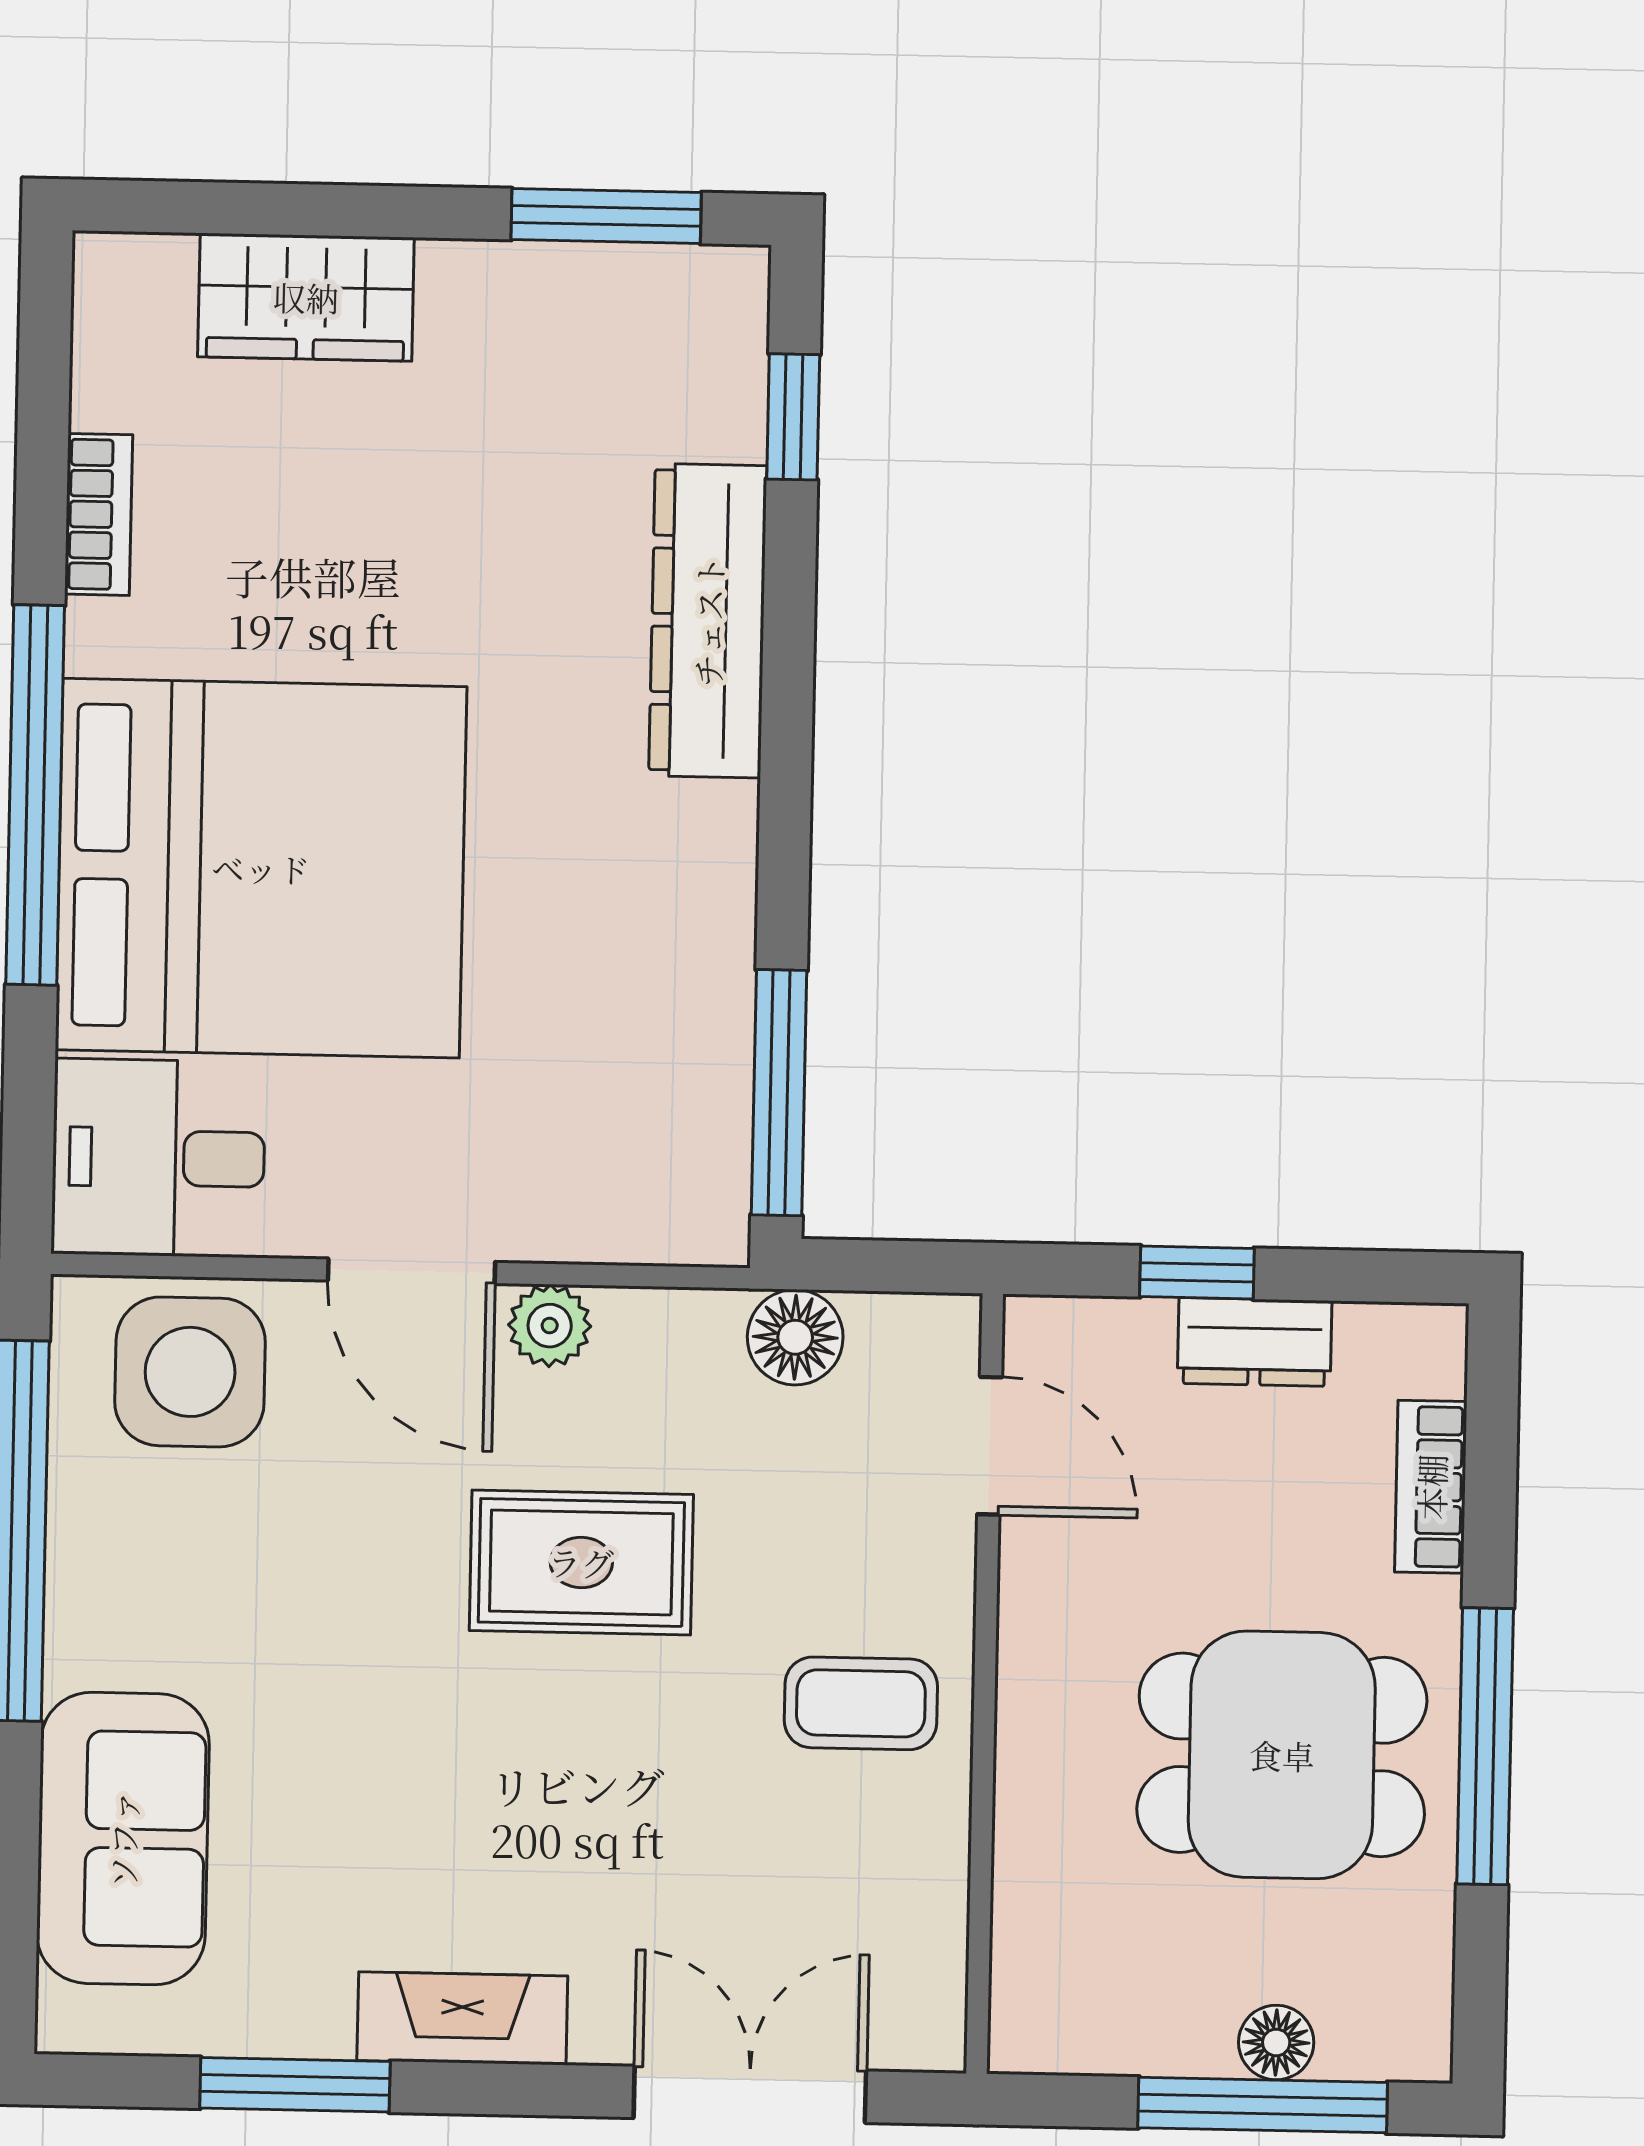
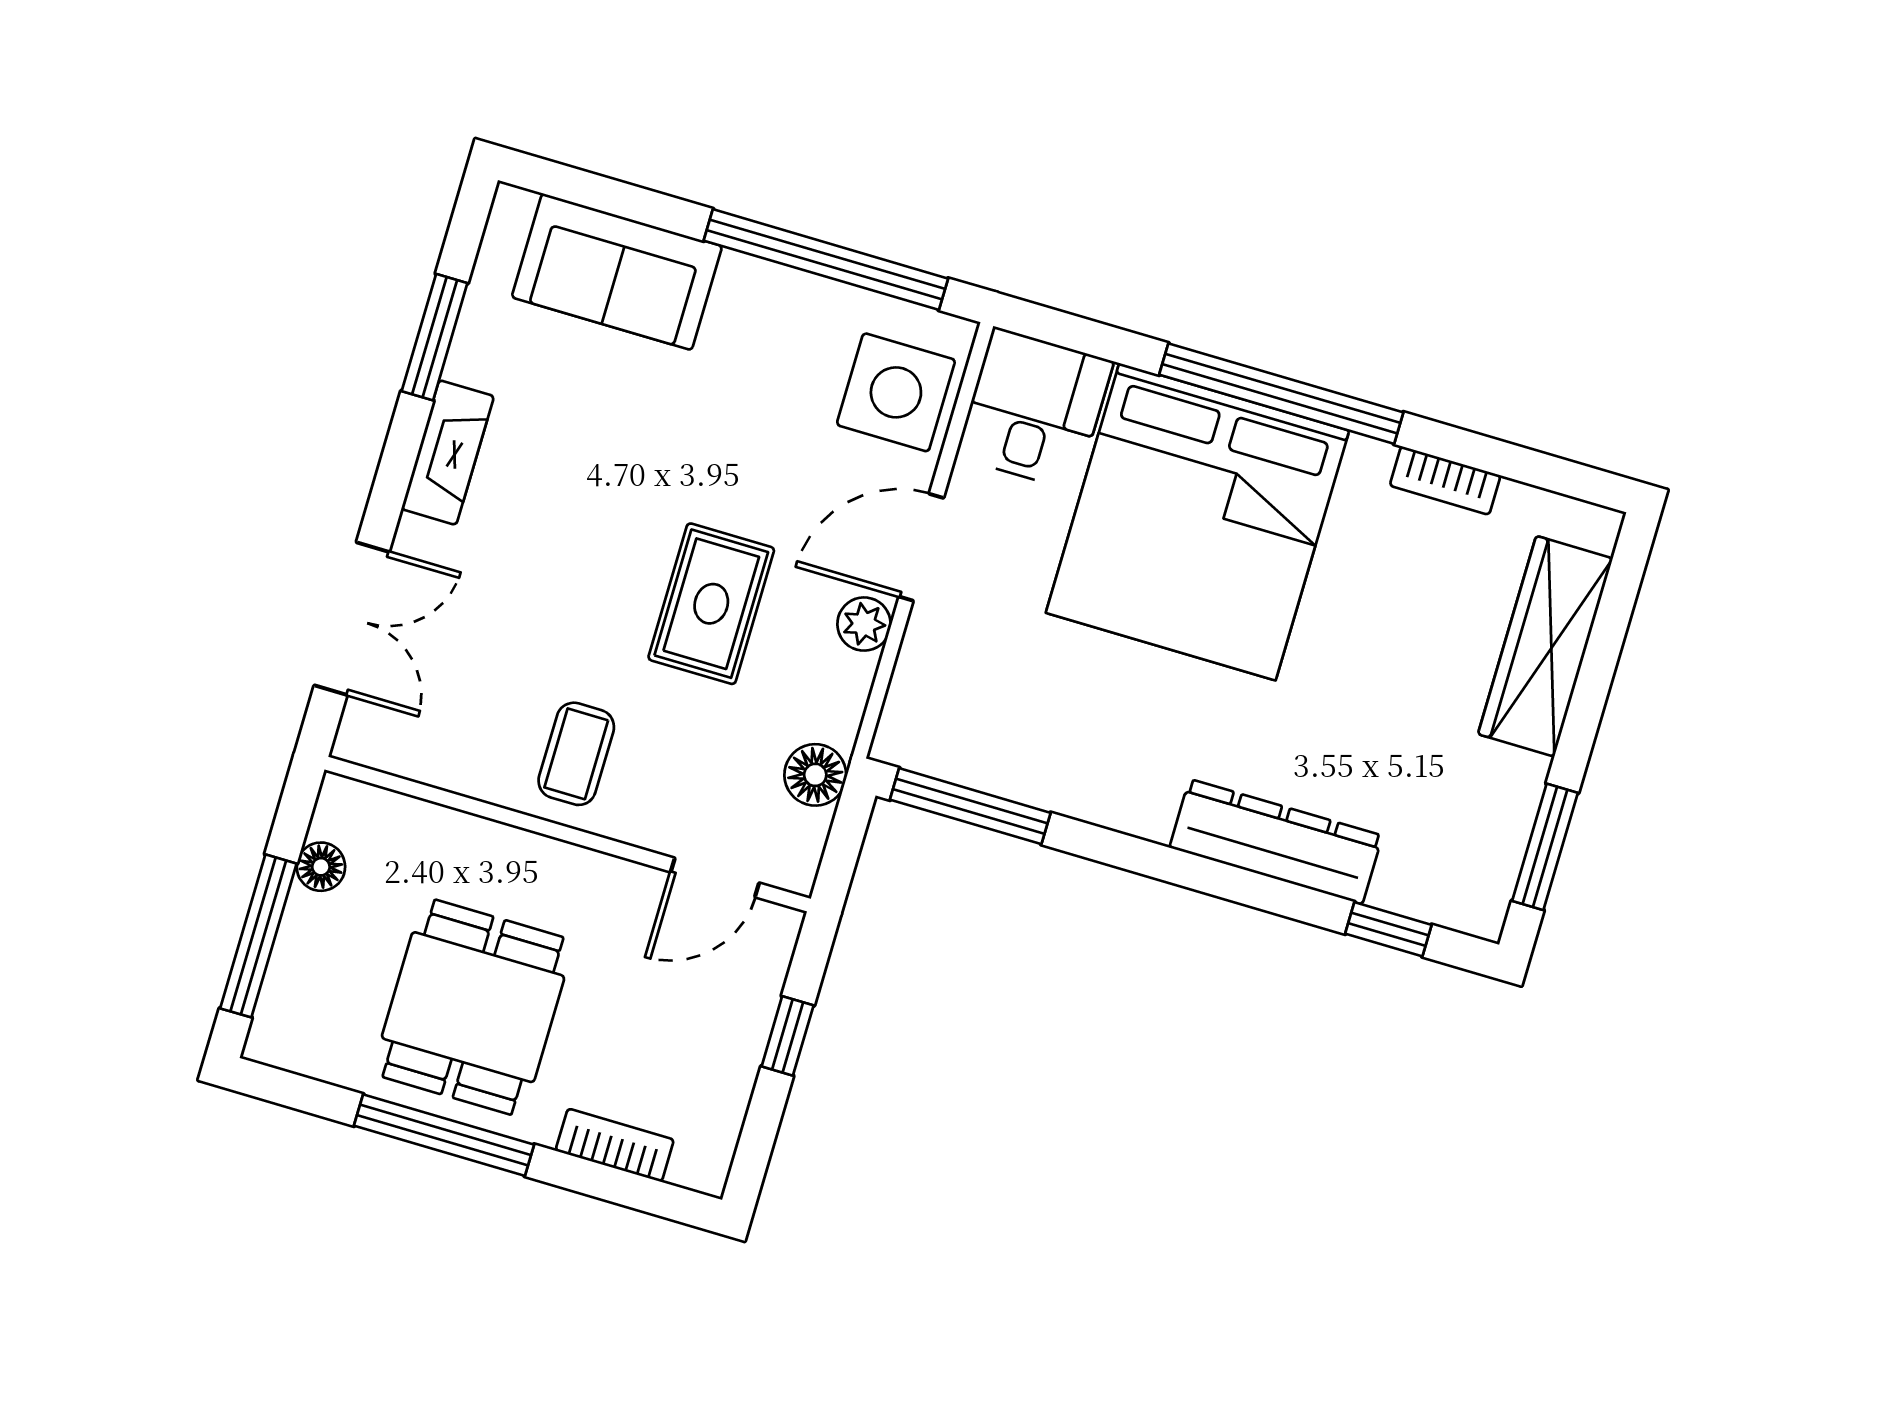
wardrobe: (306, 297) -> (1545, 646), width x1.50
dresser: (1255, 1342) -> (735, 1060), removed
floor lamp: (1276, 2042) -> (321, 867), moved

